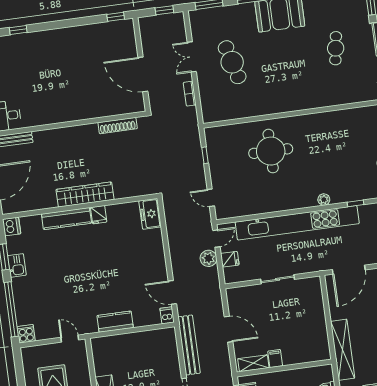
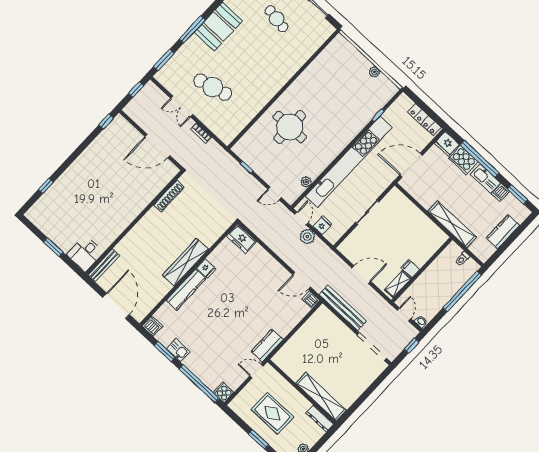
plant: (324, 200) -> (306, 182), moved
door: (349, 270) -> (411, 165), swing flipped
kitchen counter: (115, 322) -> (267, 346), moved

